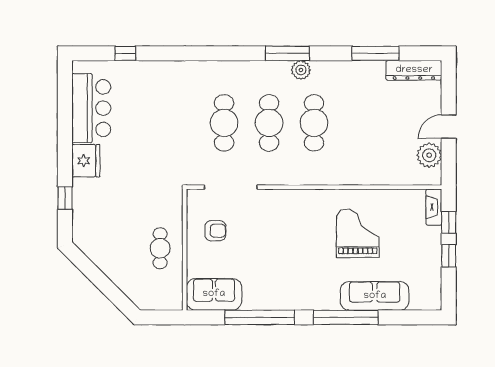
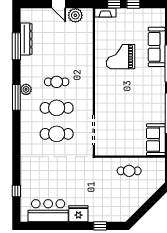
dresser: (414, 70) -> (26, 39), moved
cafe table: (314, 123) -> (57, 82), width x0.73, depth x0.74
armchair: (215, 231) -> (119, 139), removed

